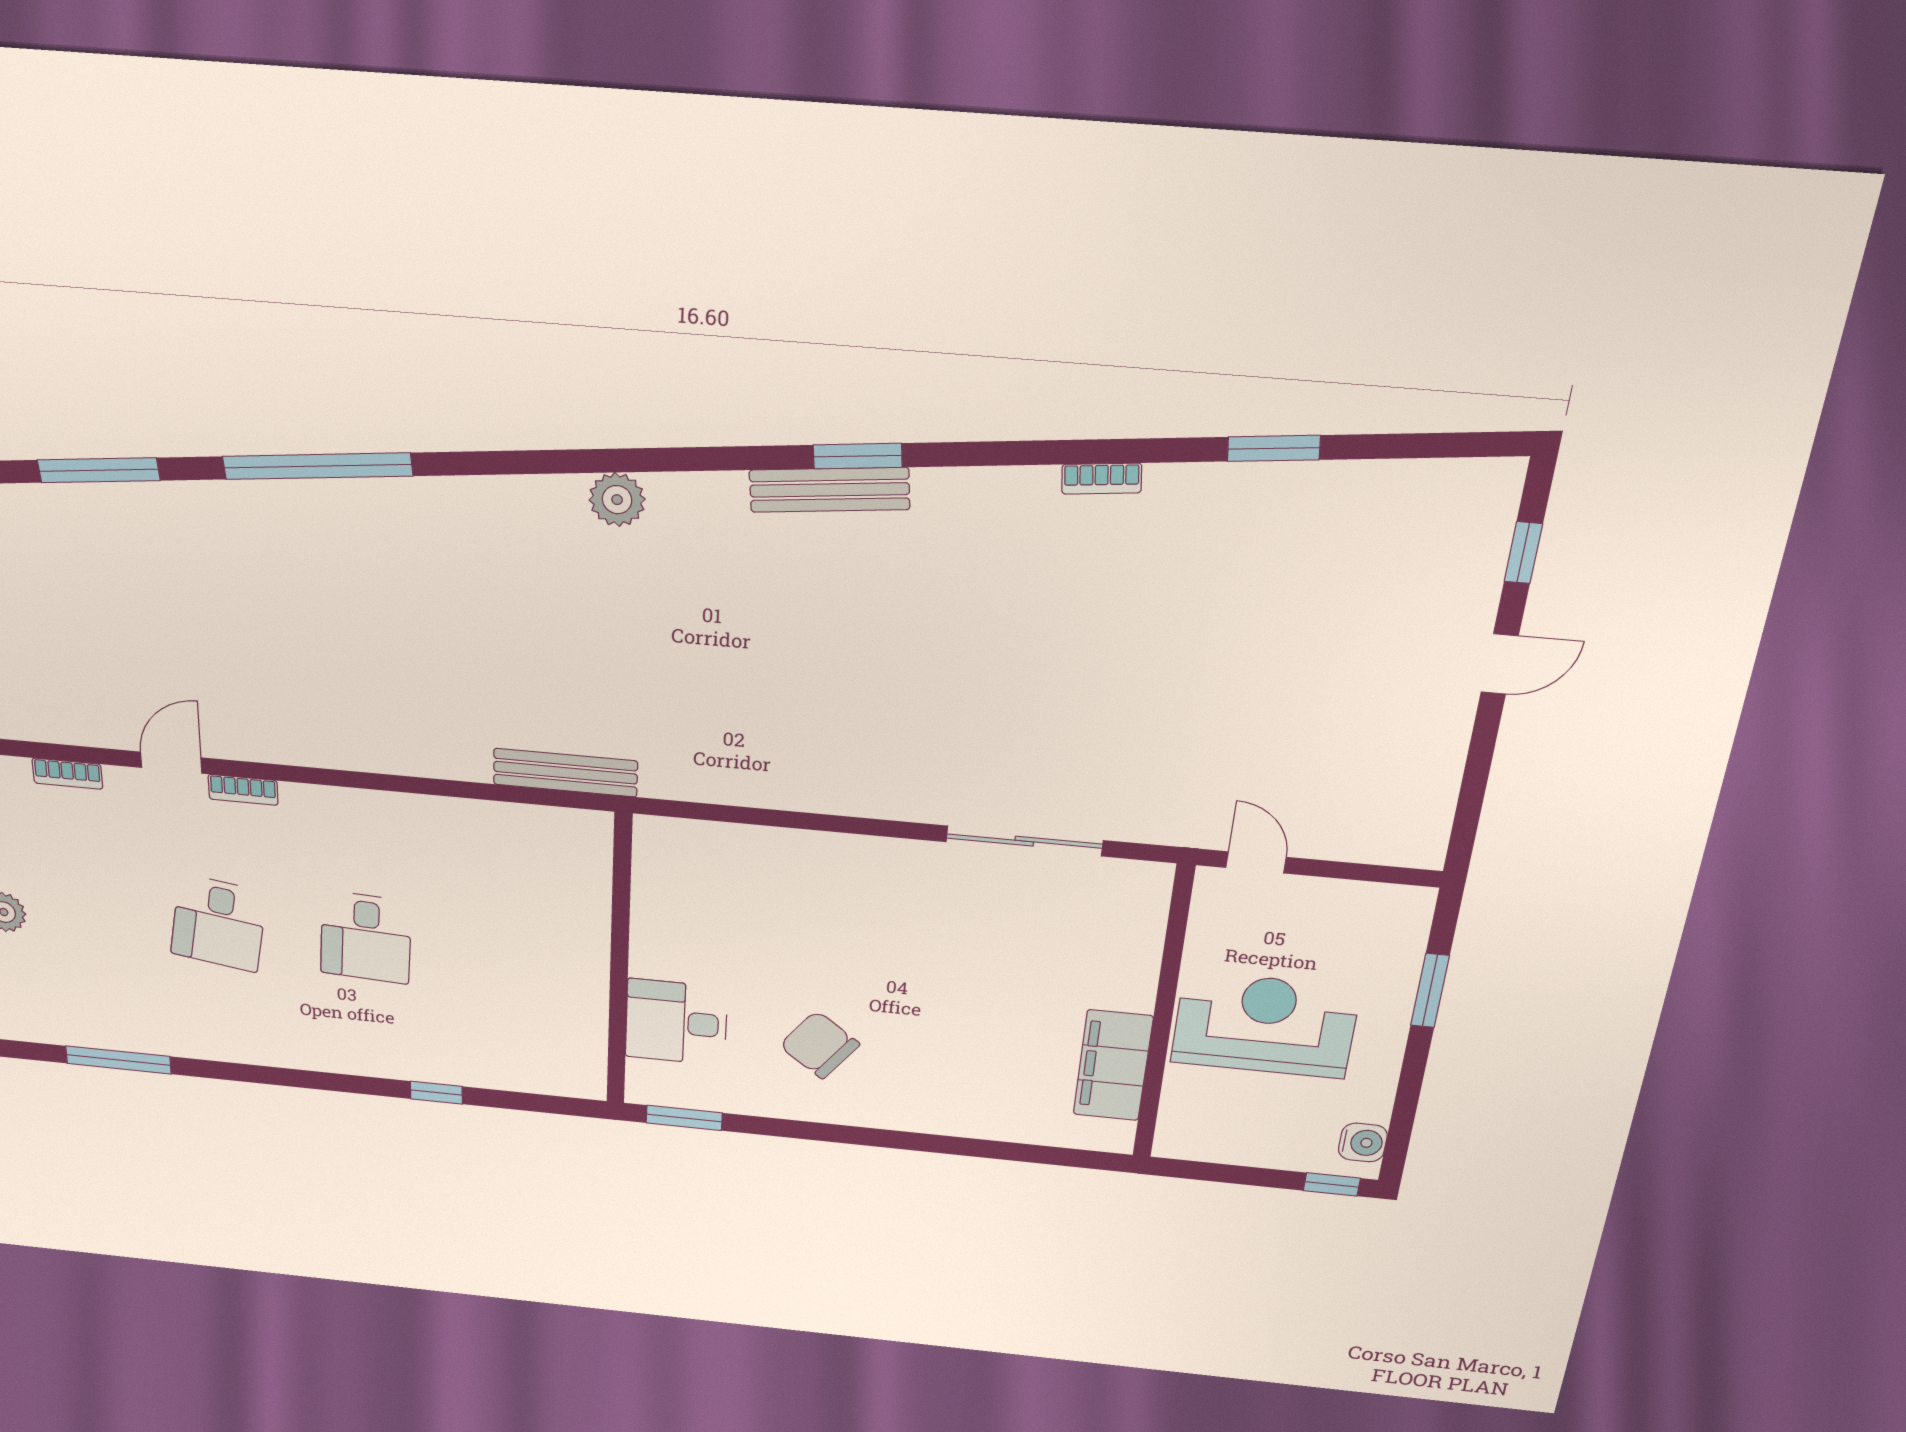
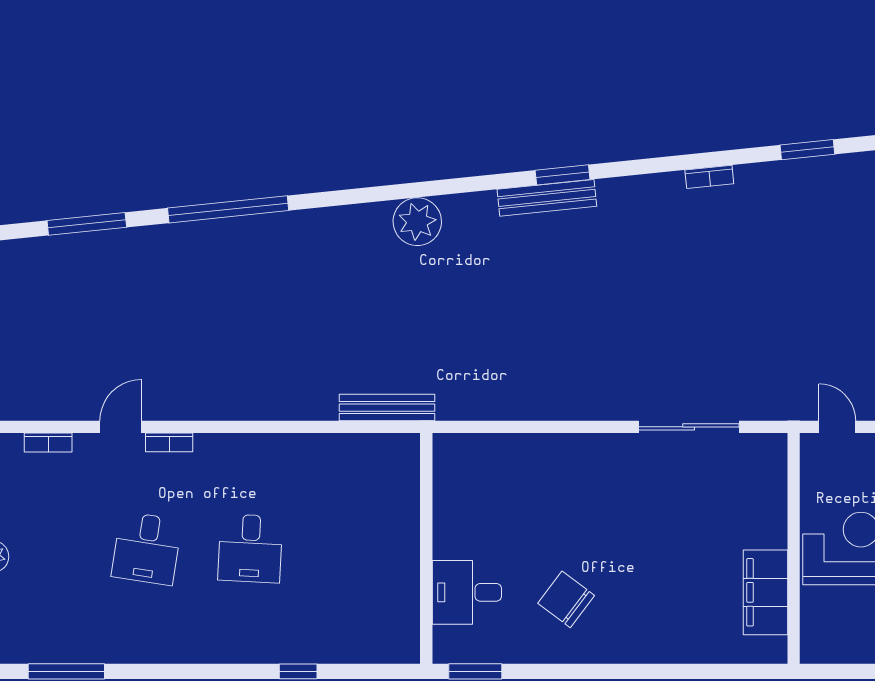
plant: (617, 500) -> (417, 222), width x1.36, depth x1.36

